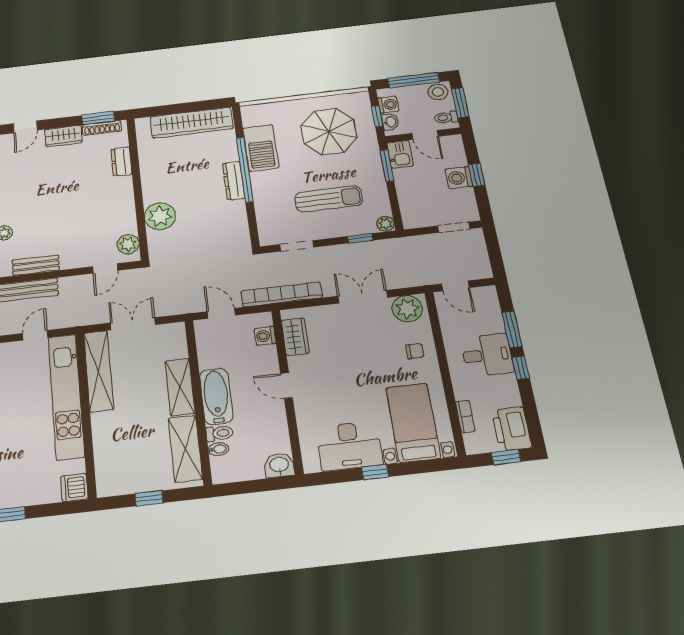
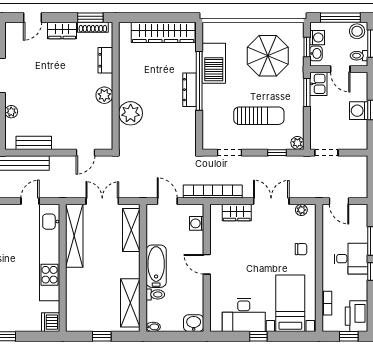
doorway: (454, 227) -> (326, 153), moved
plant: (128, 244) -> (104, 95), moved
plant: (407, 309) -> (301, 210), width x0.53, depth x0.53
wardrobe: (295, 337) -> (237, 213), moved, turned 90
shelving: (180, 387) -> (131, 230), moved
bidet: (218, 449) -> (153, 327), moved

